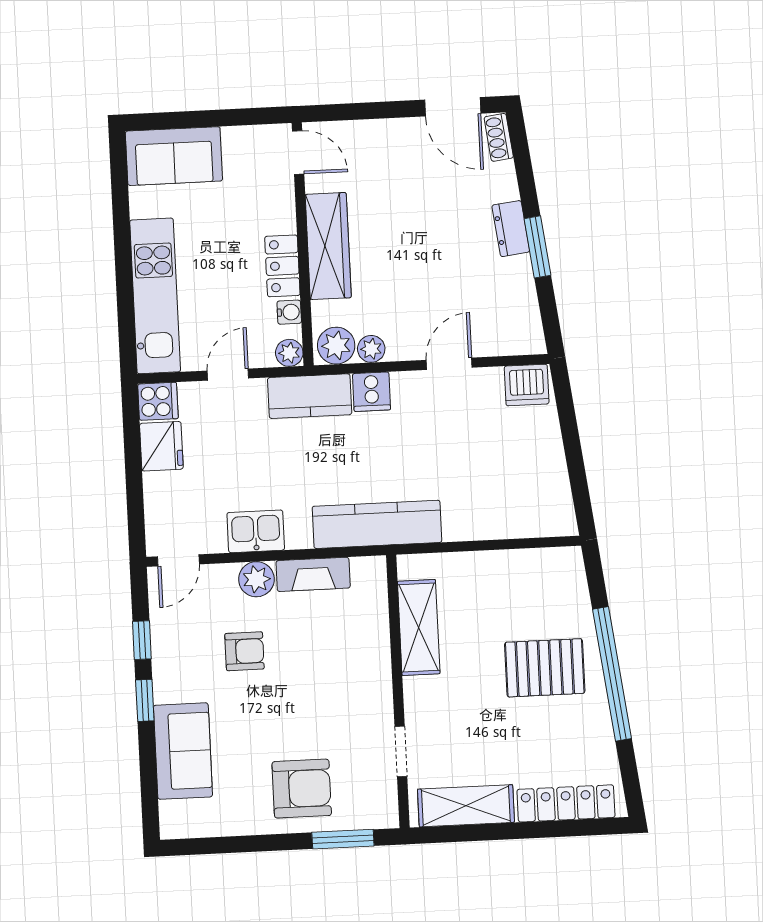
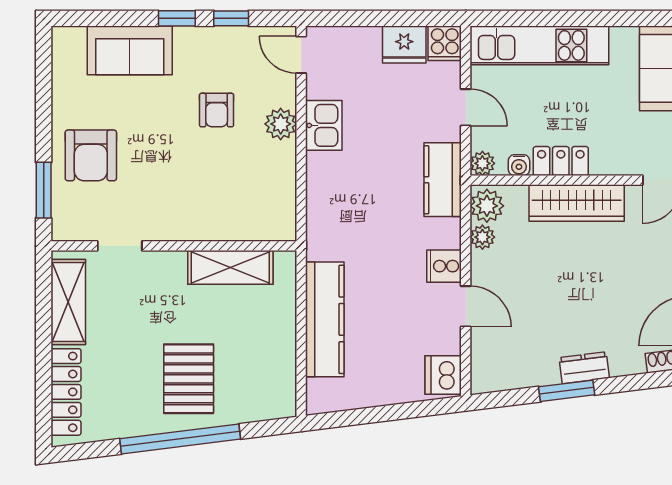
cooker: (371, 392) -> (444, 266), moved
kitchen counter: (377, 524) -> (325, 319), moved
fireplace: (313, 574) -> (283, 175), removed

